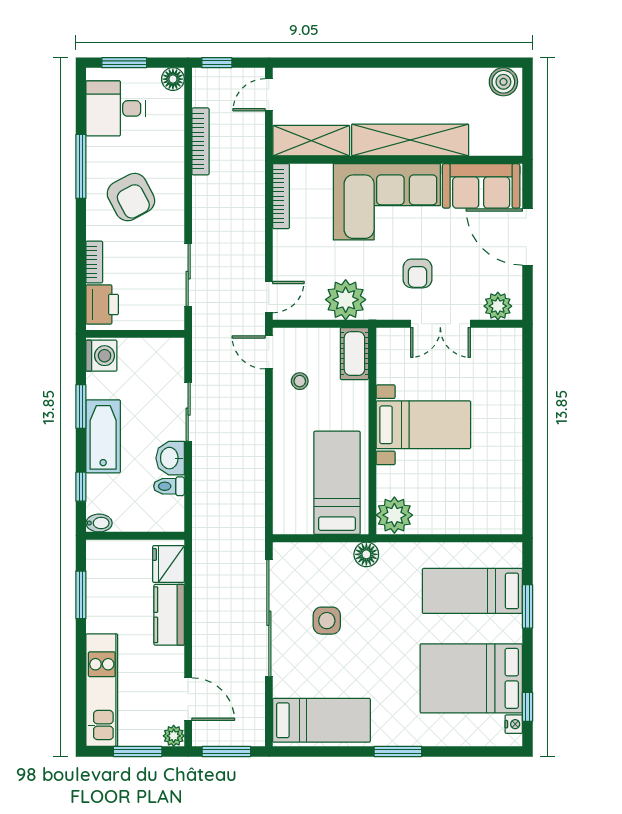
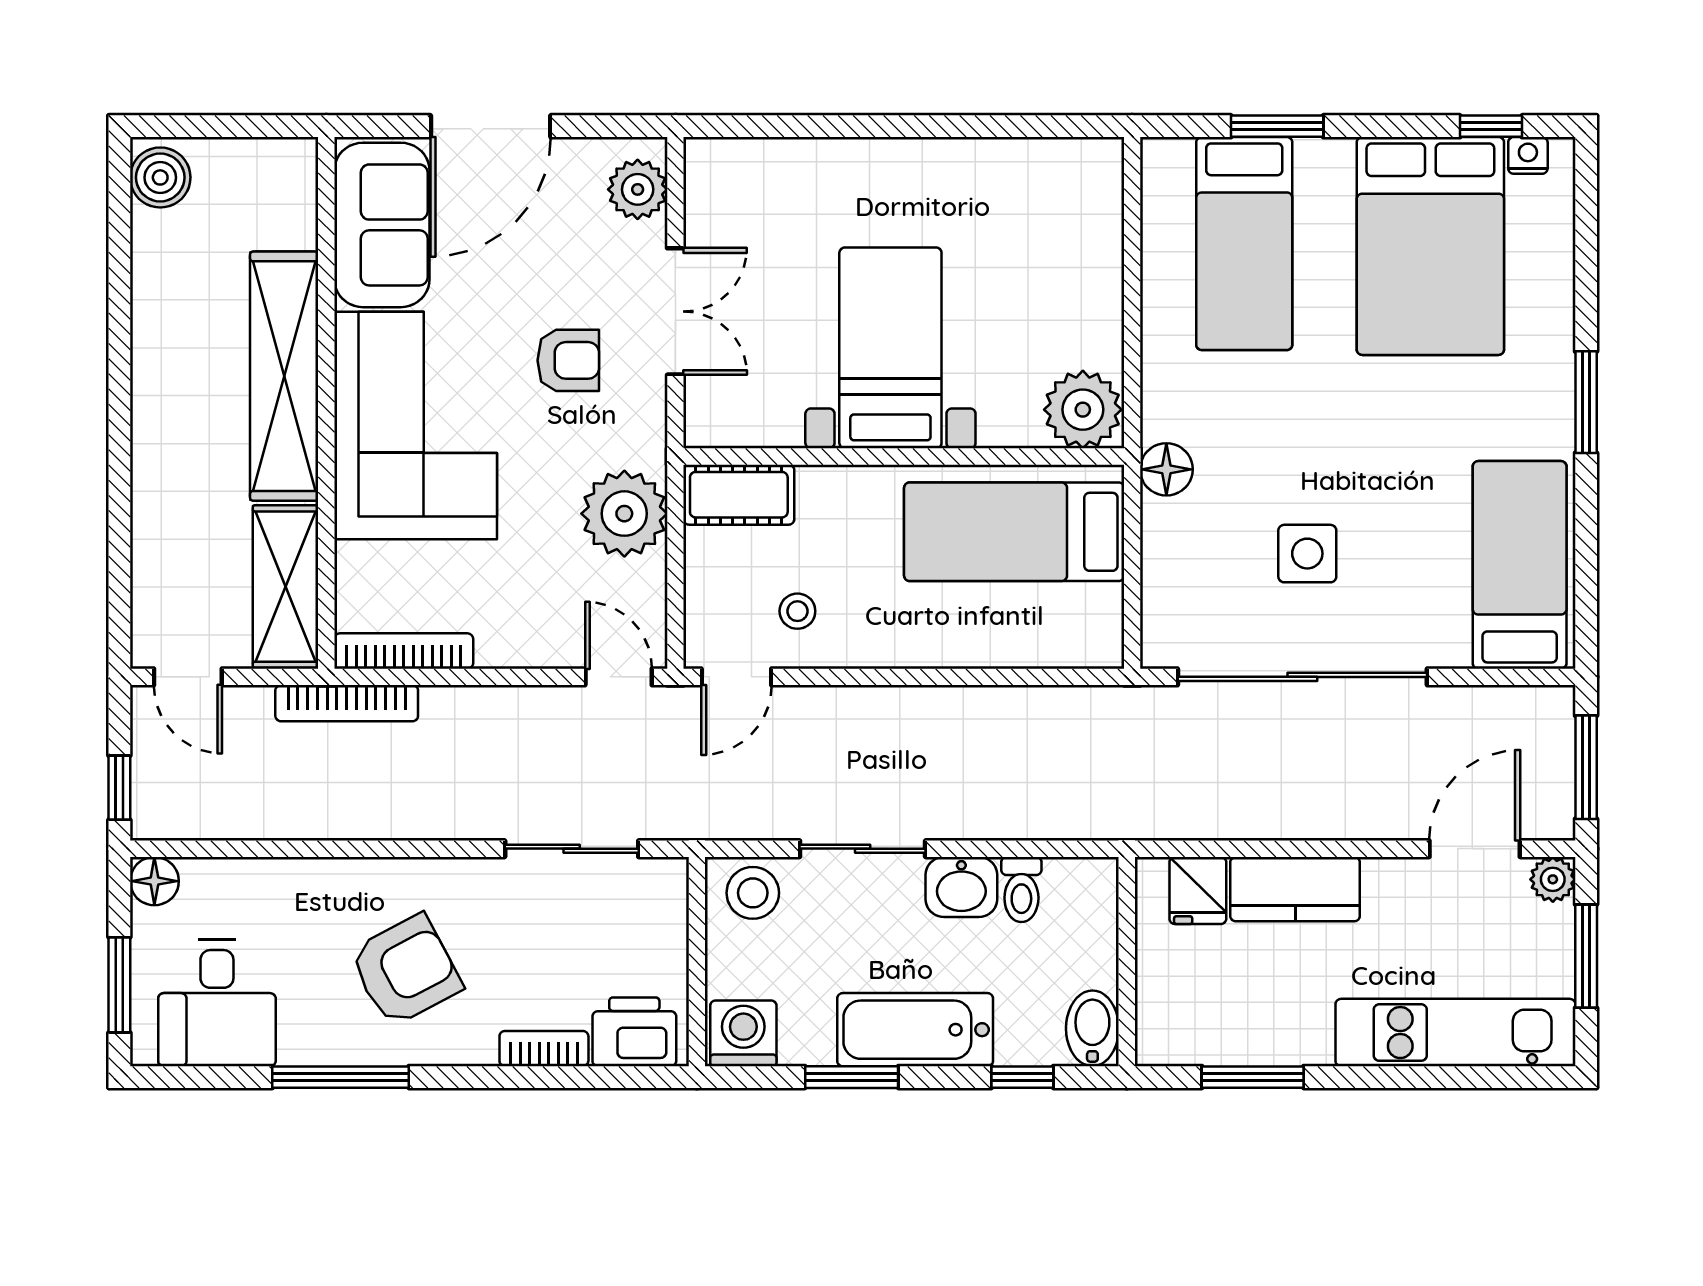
bookcase: (200, 141) -> (347, 703), moved, turned 180
stool: (167, 360) -> (753, 893), added
bidet: (99, 523) -> (1092, 1028), width x1.38, depth x1.36
fridge: (169, 564) -> (1198, 890), width x0.72

